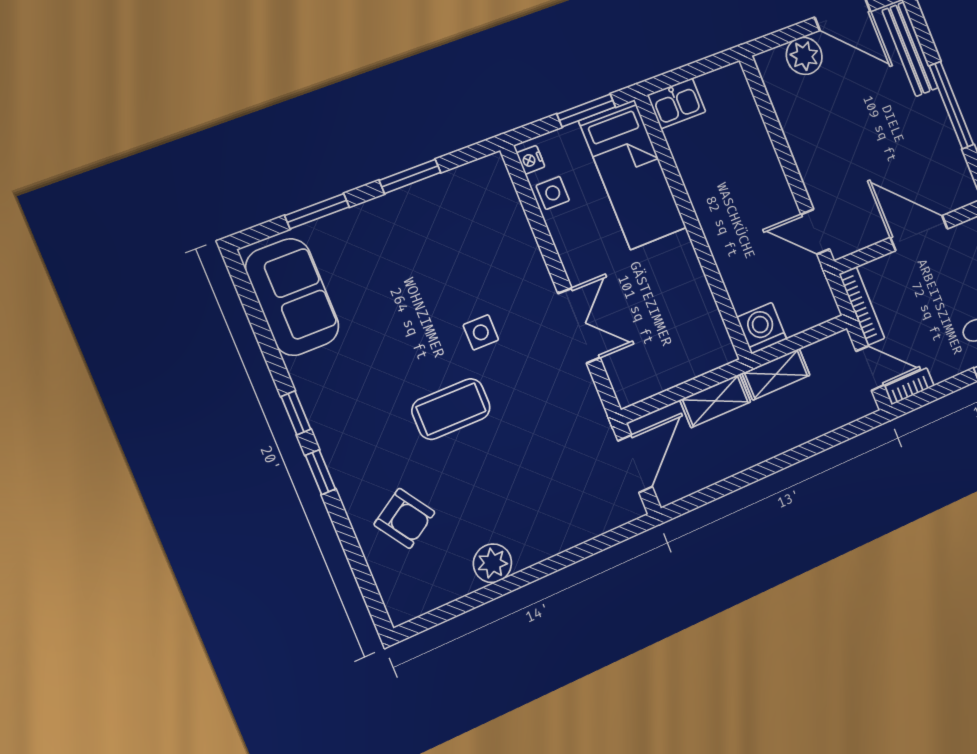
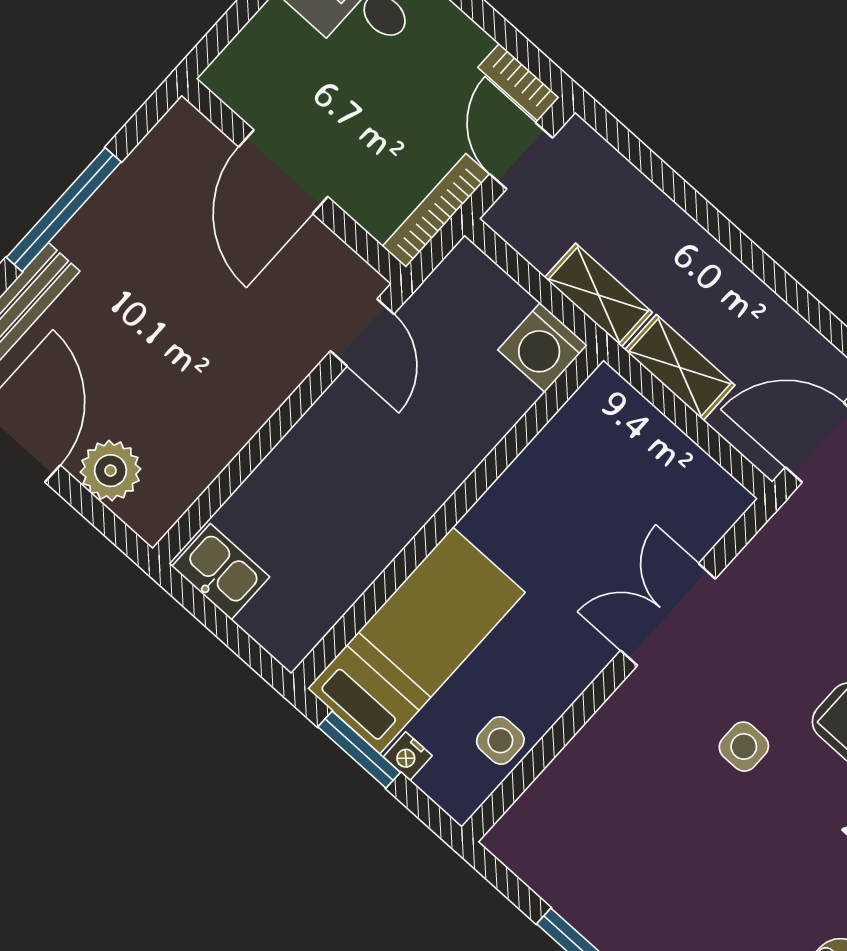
kitchen sink: (677, 103) -> (221, 572), moved
nightstand: (531, 160) -> (408, 756), moved, turned 90

